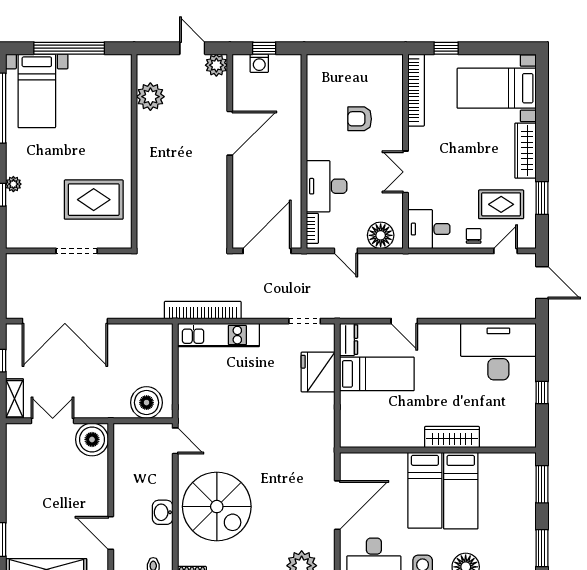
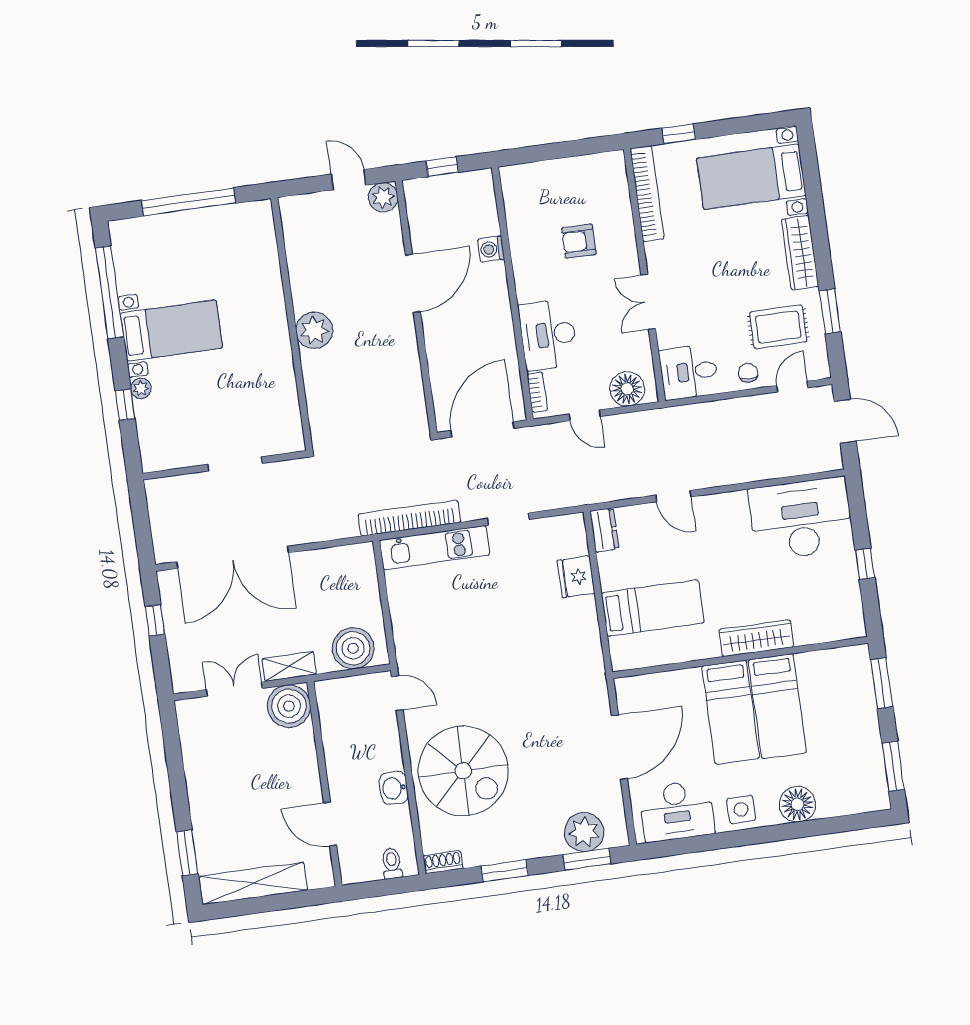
washing machine: (259, 63) -> (491, 249), moved, turned 90
bed with nightstands: (37, 91) -> (171, 331), moved, turned -90
plant: (150, 97) -> (314, 330), moved
rug: (94, 200) -> (248, 394), removed
doorway: (305, 321) -> (508, 519), moved
fridge: (318, 372) -> (576, 577), width x0.73, depth x0.75
bed: (377, 374) -> (653, 608), moved
shelving: (15, 399) -> (289, 666), moved, turned 90

